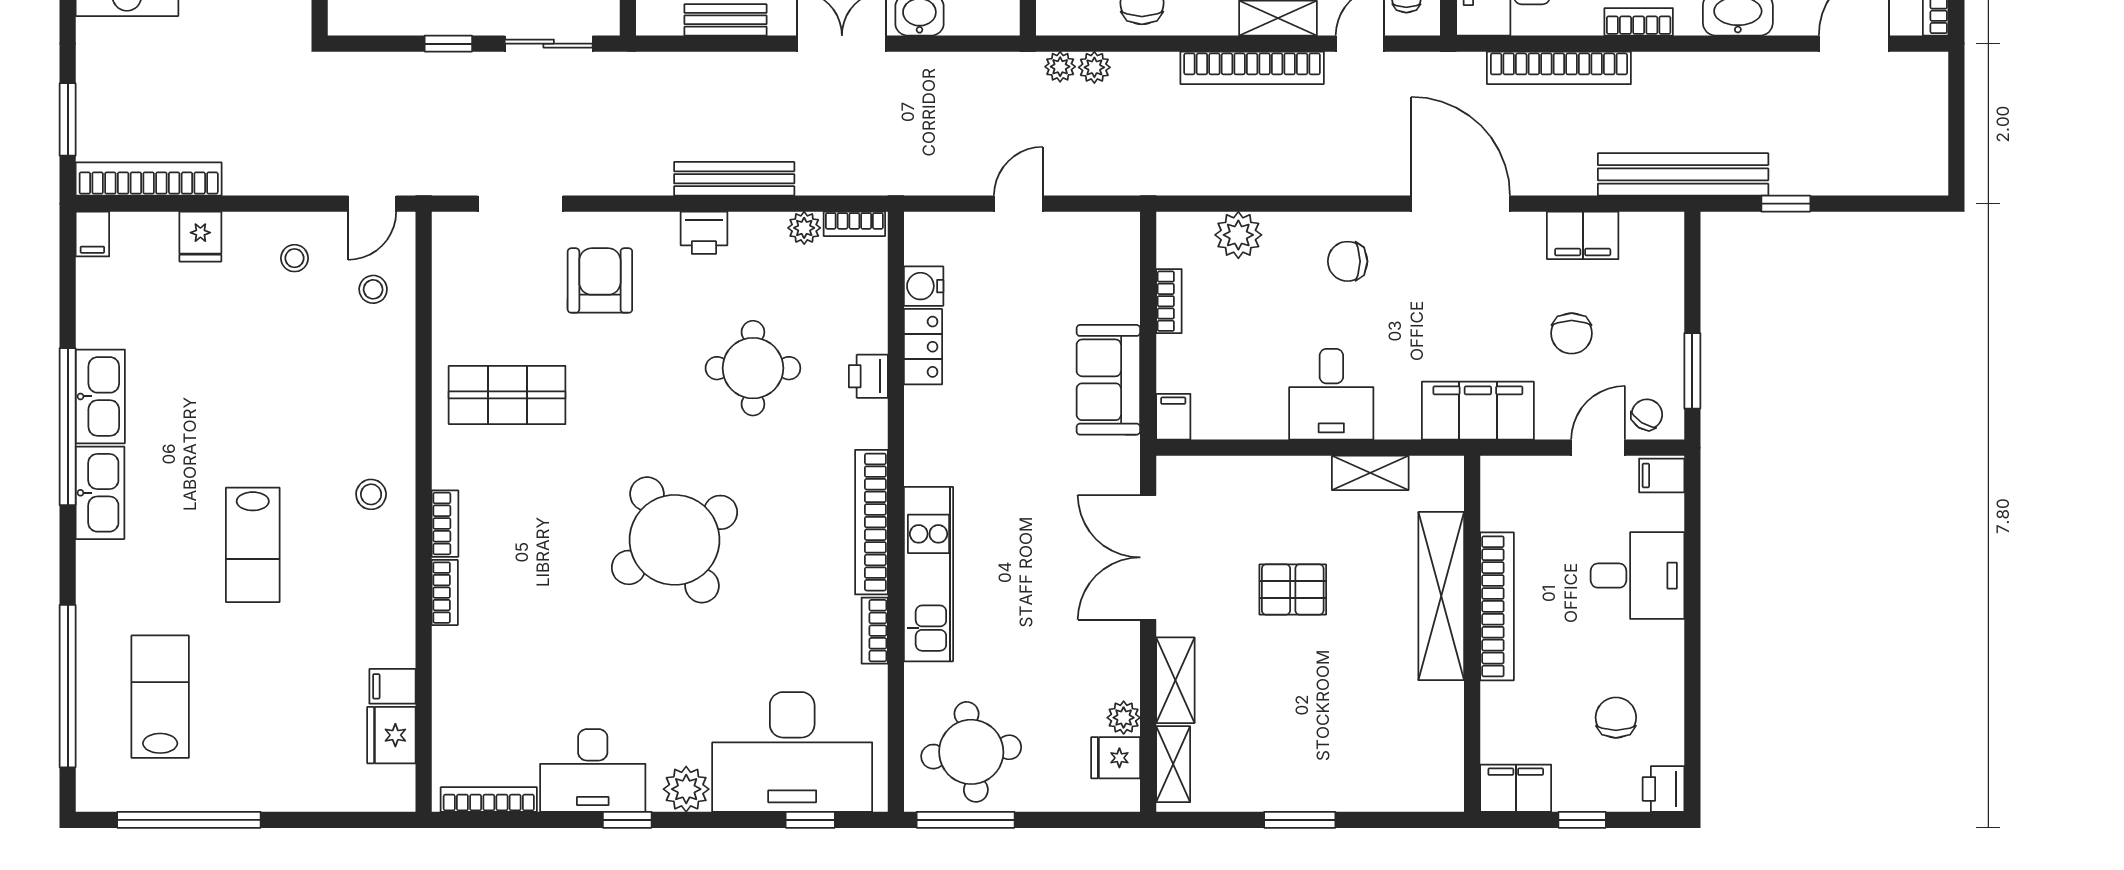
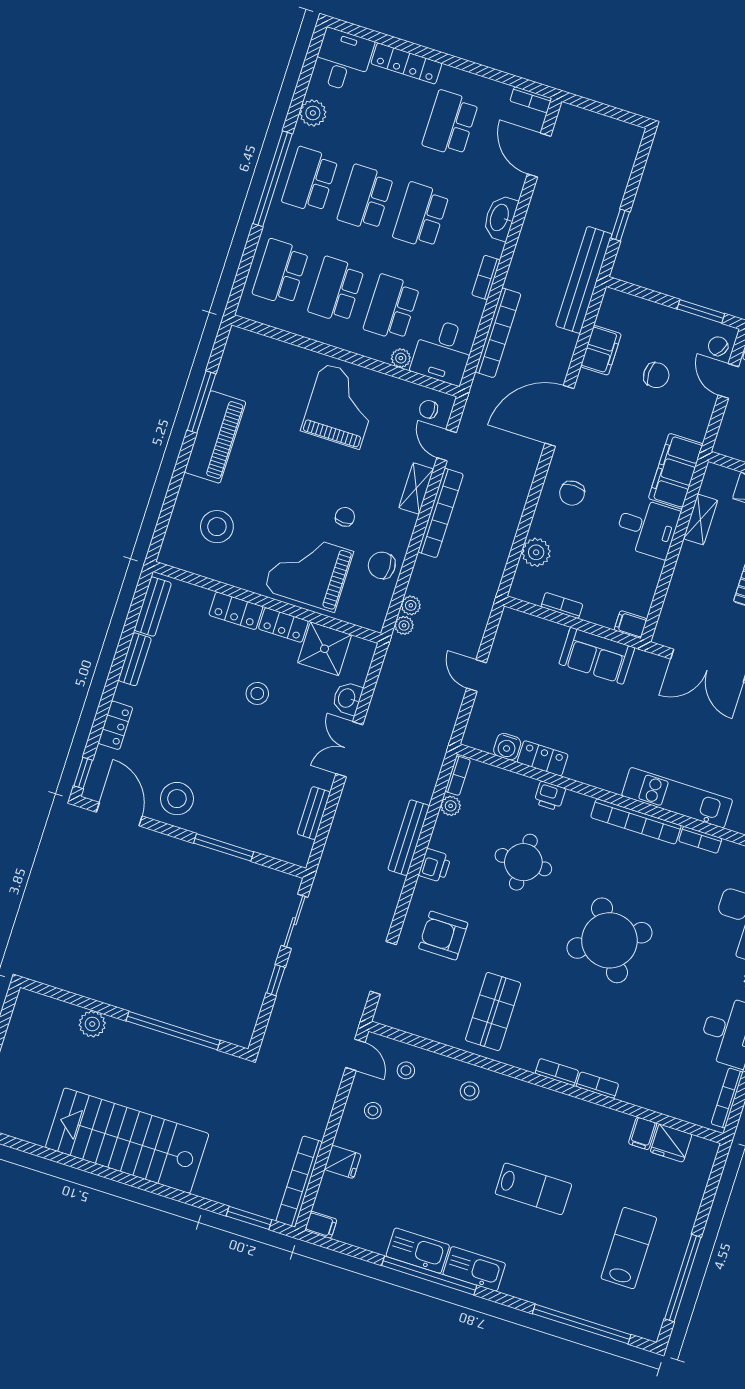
filing cabinet: (1478, 411) -> (676, 471), moved
stool: (371, 494) -> (470, 1091), moved
lab bench: (160, 697) -> (629, 1248), moved, turned 90

